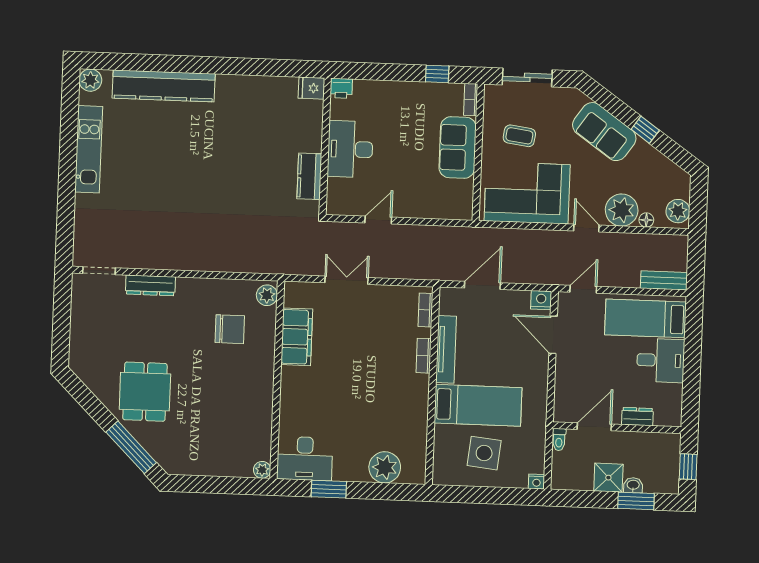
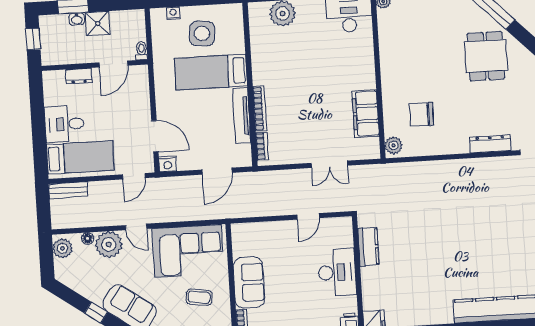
bookcase: (424, 356) -> (260, 109), width x1.56
nightstand: (537, 482) -> (173, 13), moved

